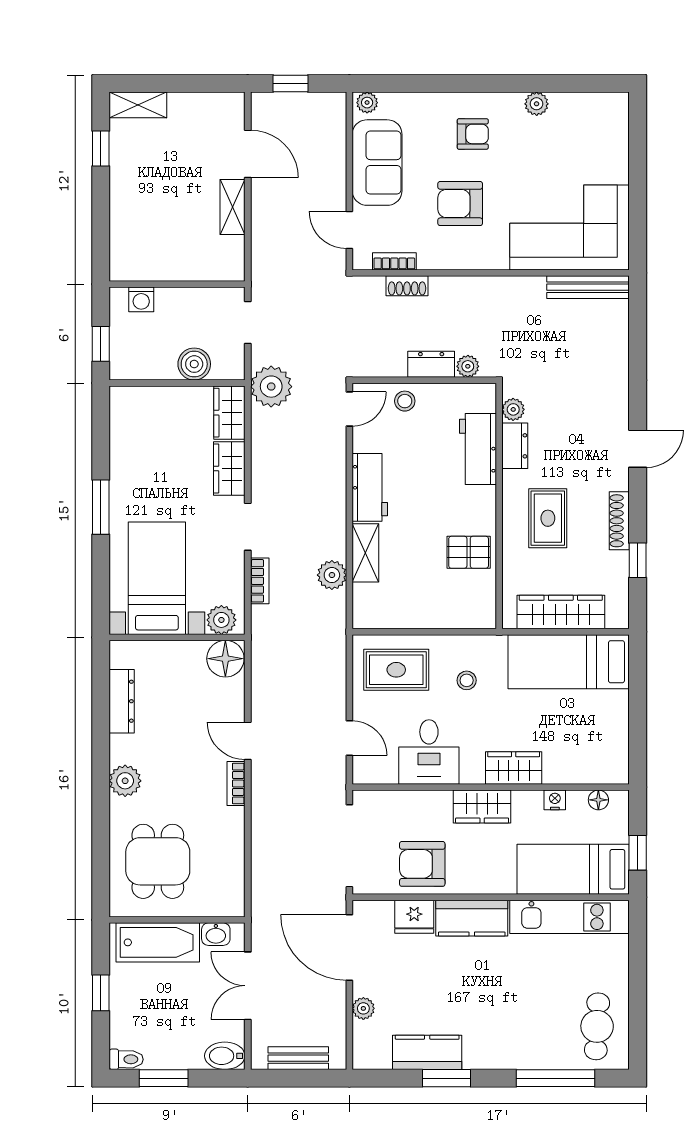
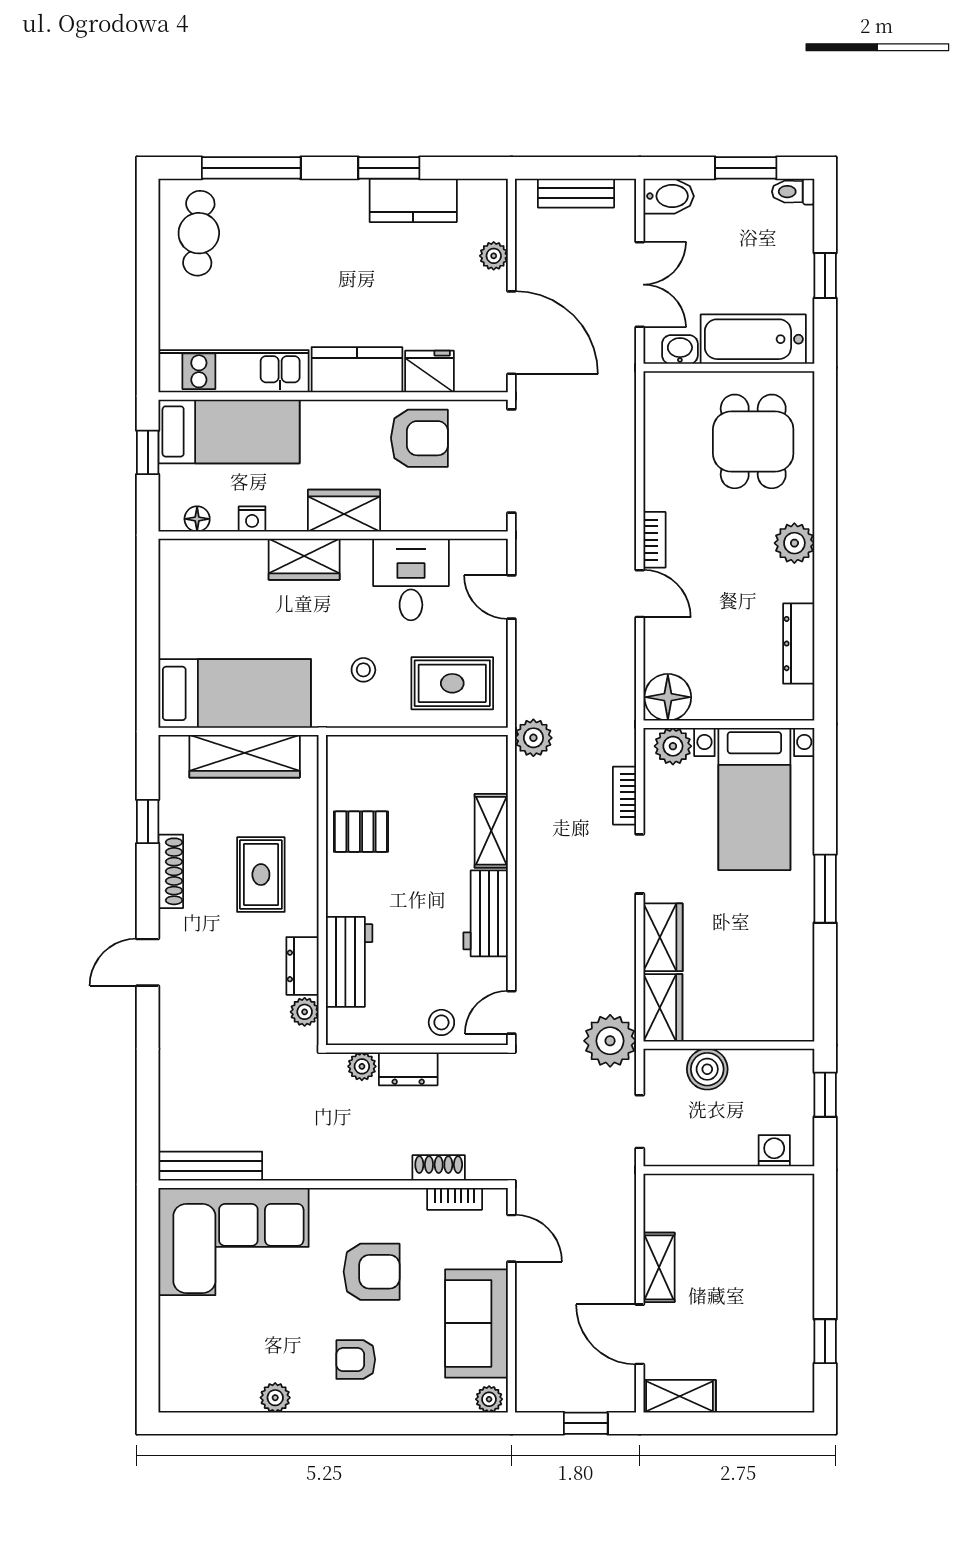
shelving: (138, 105) -> (680, 1396), moved
plant: (332, 575) -> (533, 738), moved

